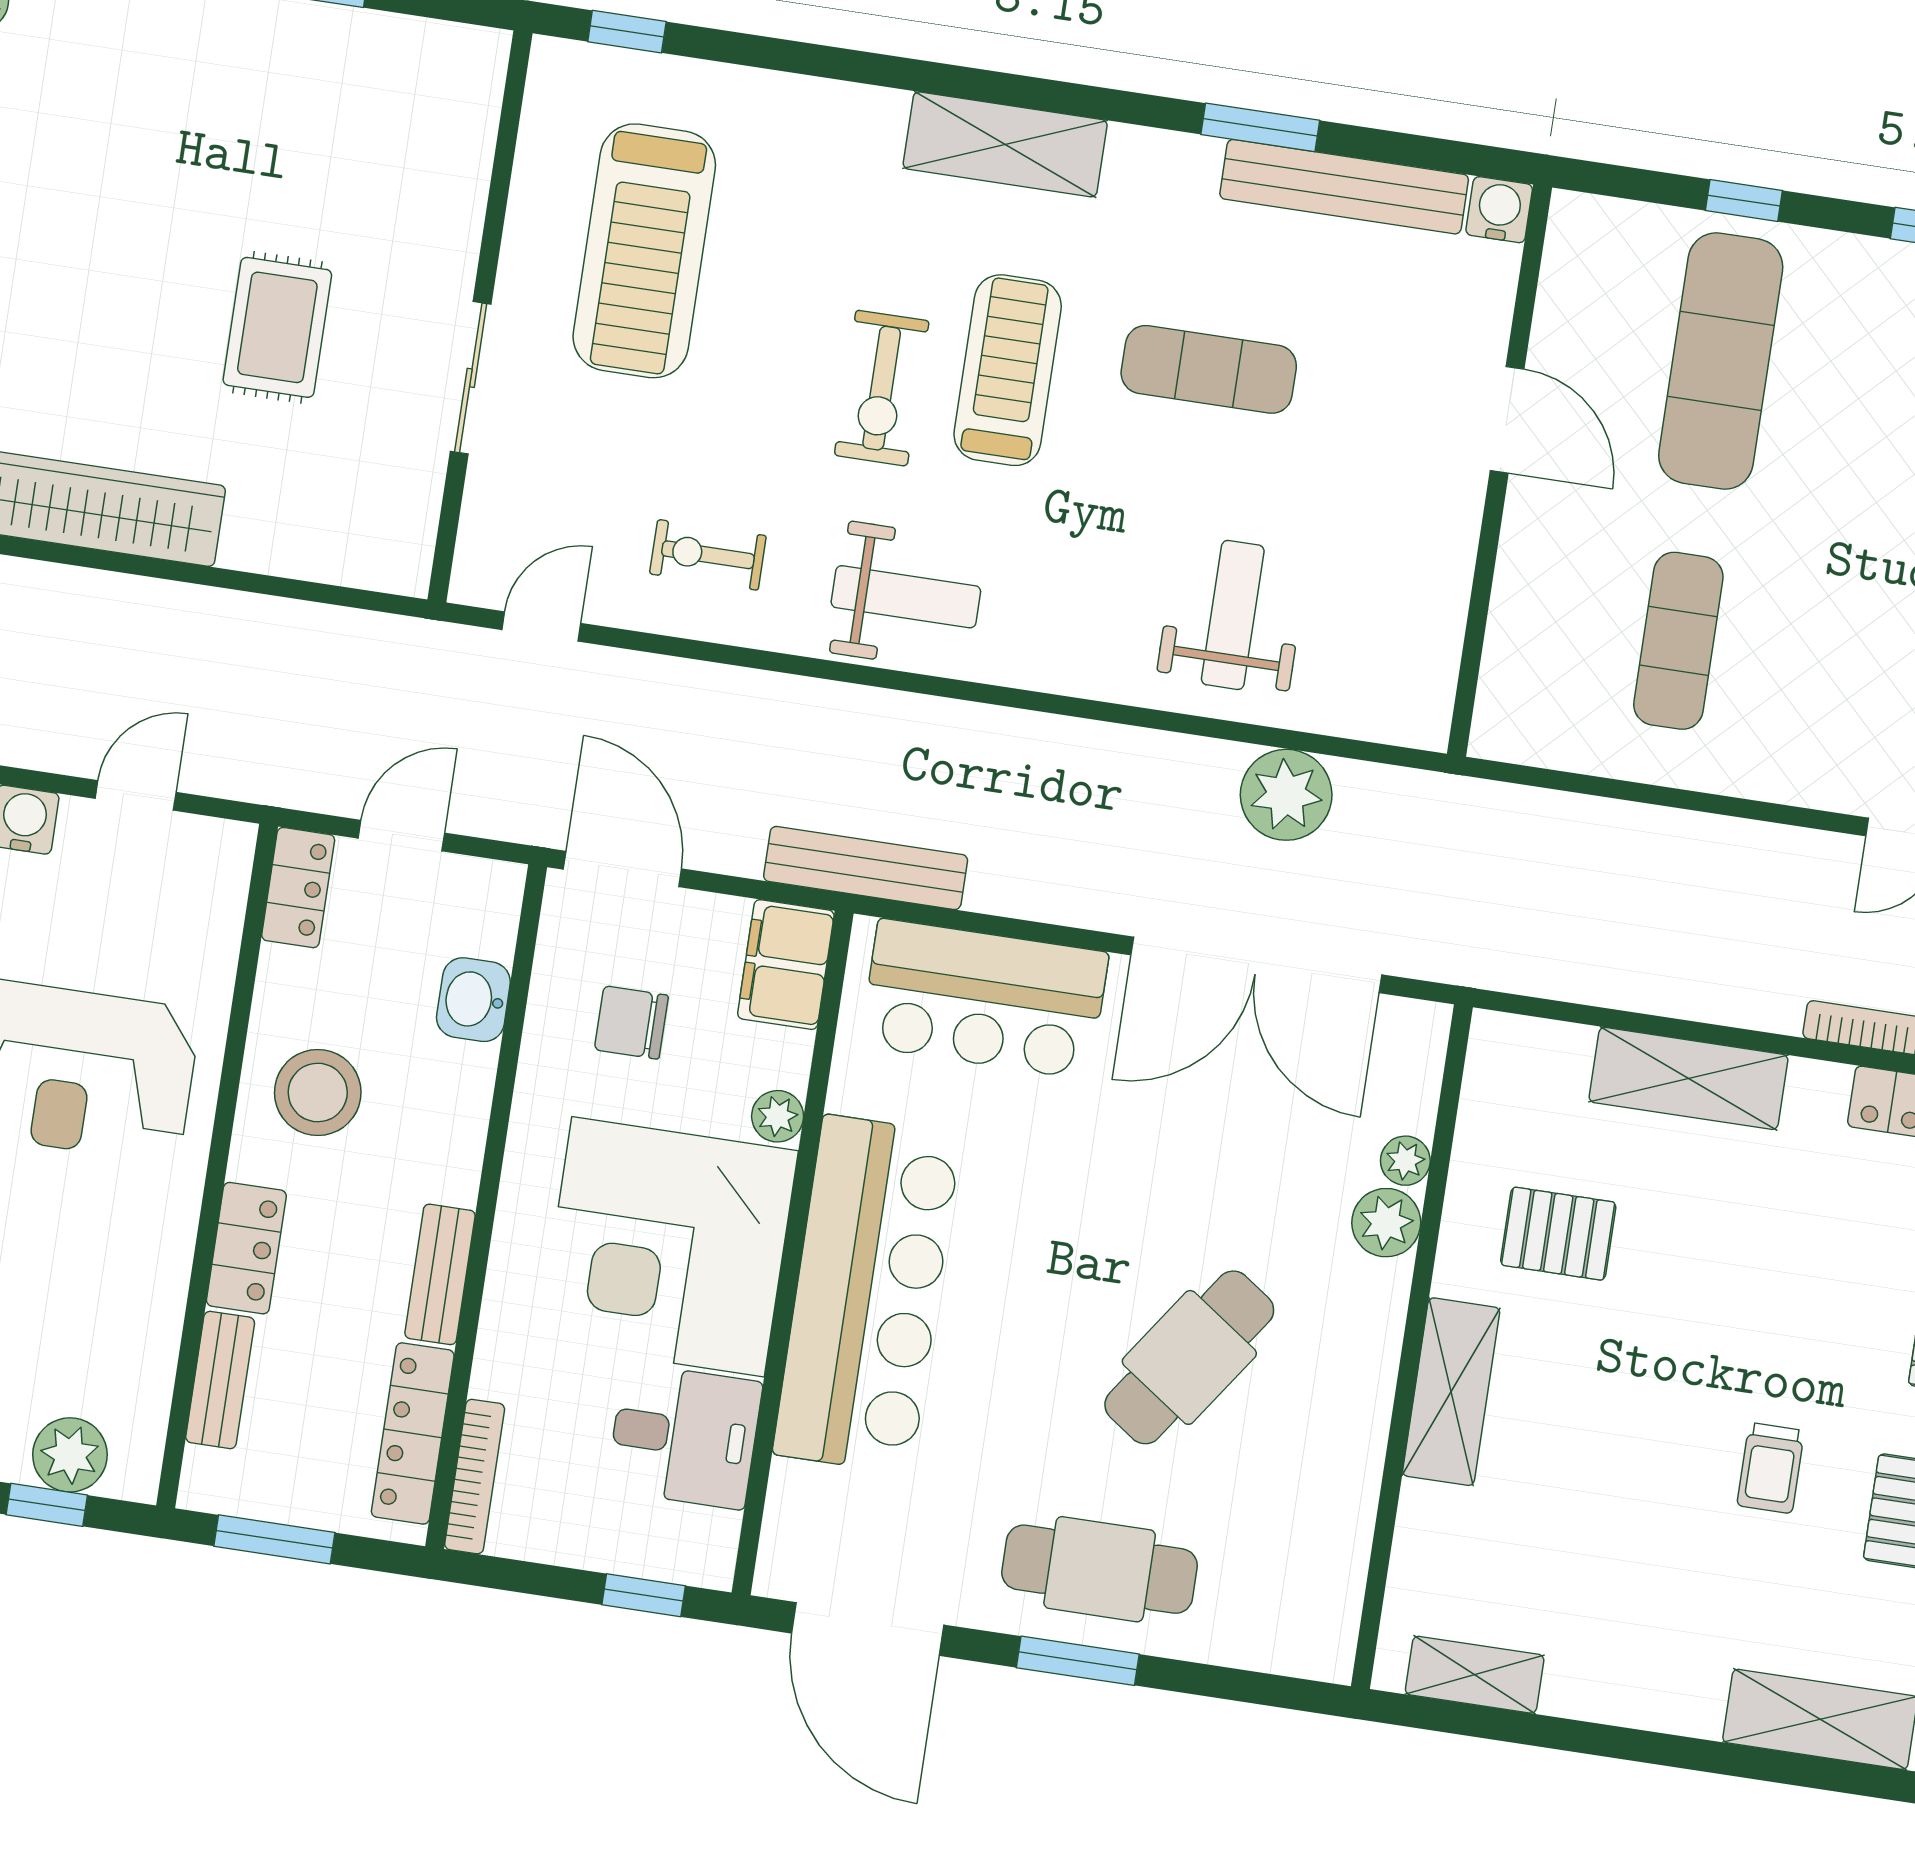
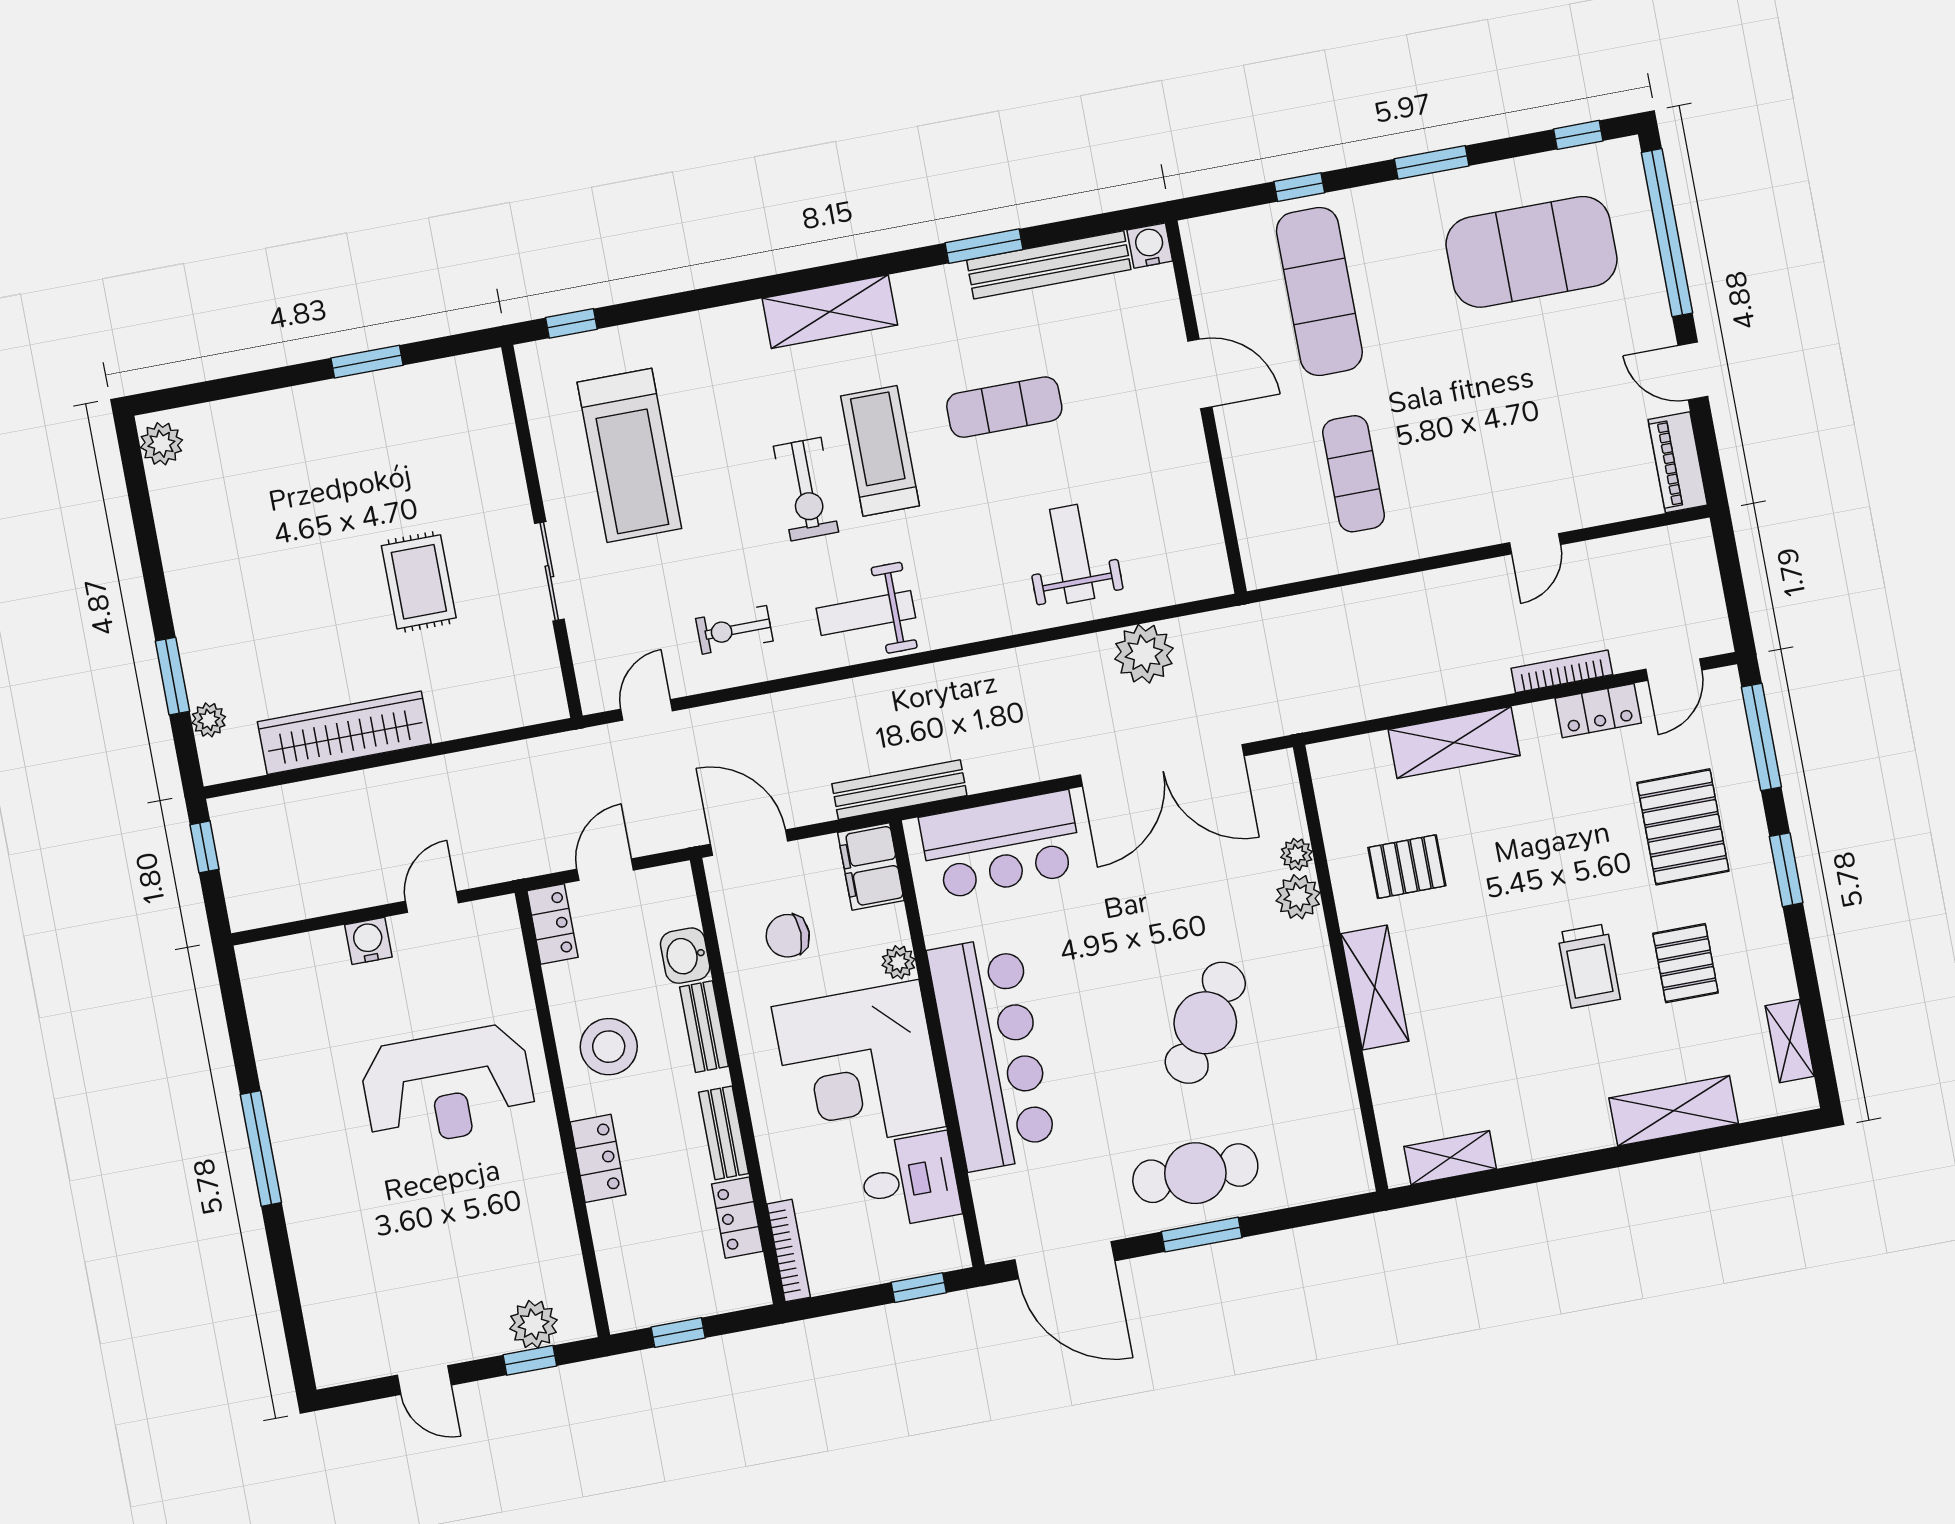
weight bench: (906, 597) -> (866, 613), turned 180
bench: (220, 1380) -> (704, 1027), moved
locker: (413, 1433) -> (737, 1218), width x0.66
trolley: (1771, 1468) -> (1589, 966), width x1.36, depth x1.39
window: (274, 1539) -> (678, 1333), width x0.67

